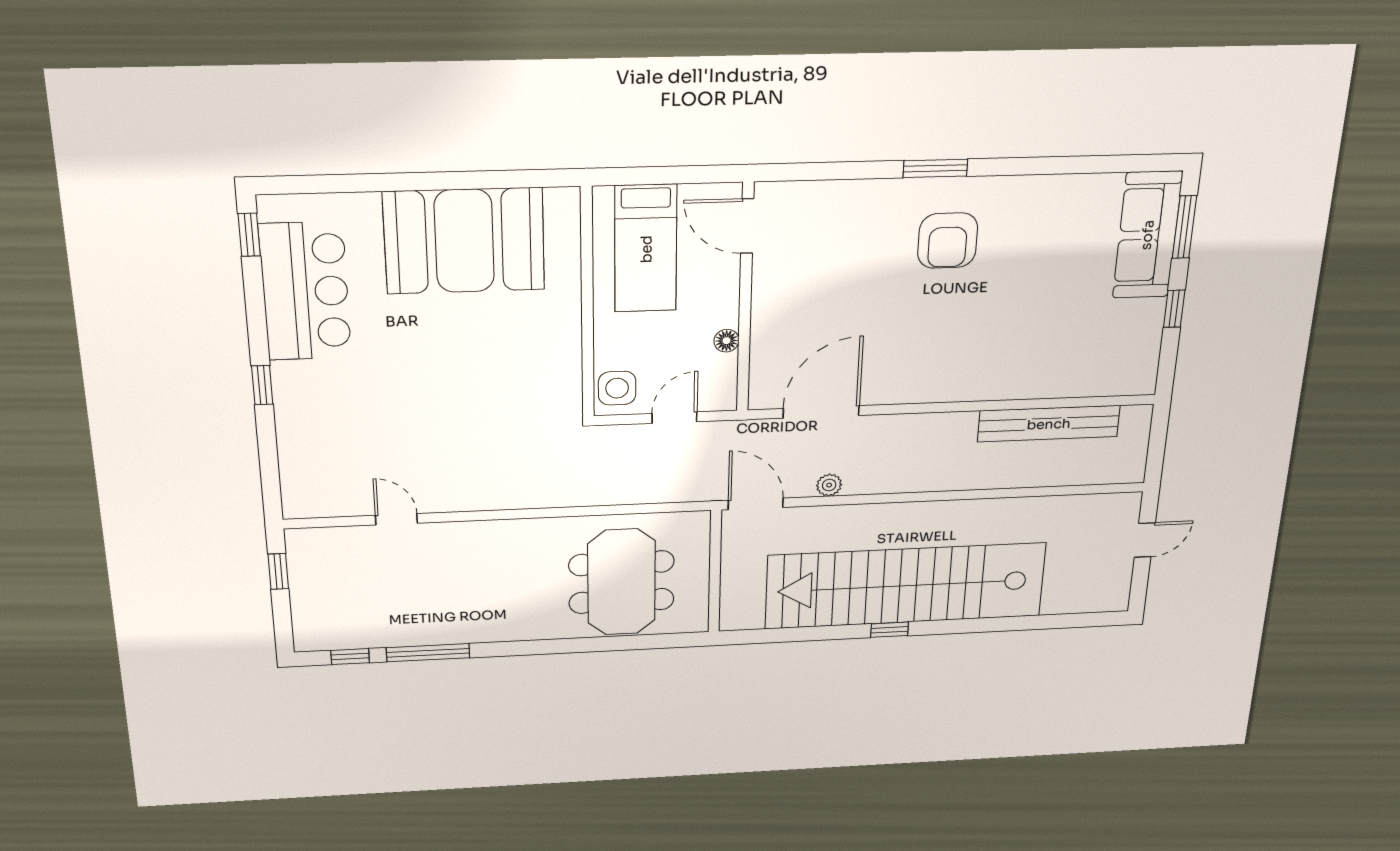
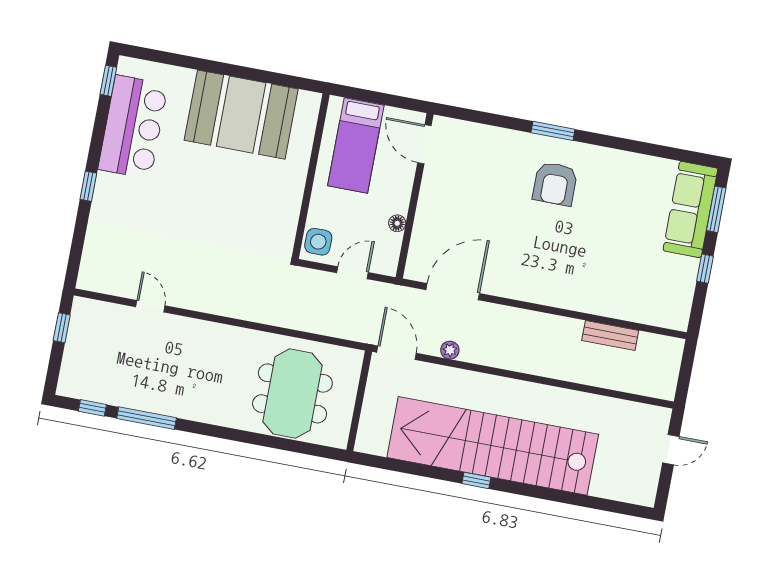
bench: (1049, 424) -> (610, 335), width x0.54, depth x0.82

